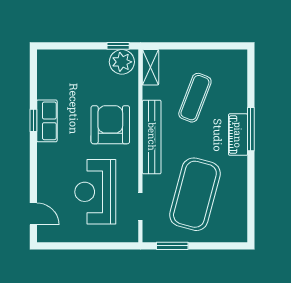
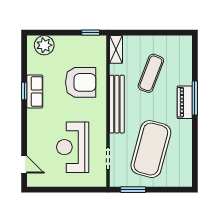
plant: (122, 62) -> (44, 45), moved
armchair: (110, 125) -> (81, 82), moved, turned 90

